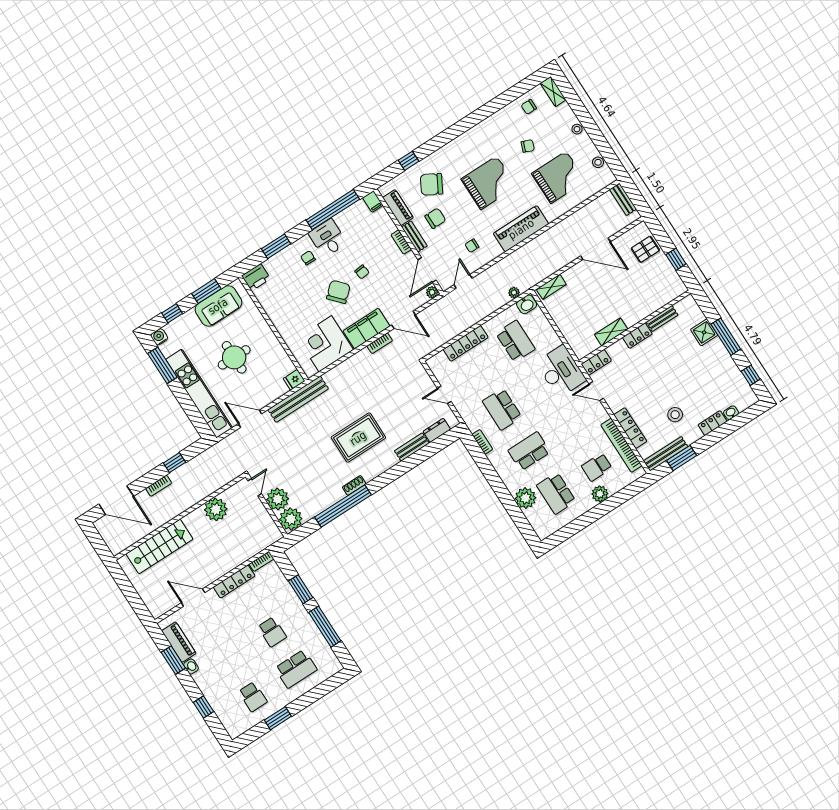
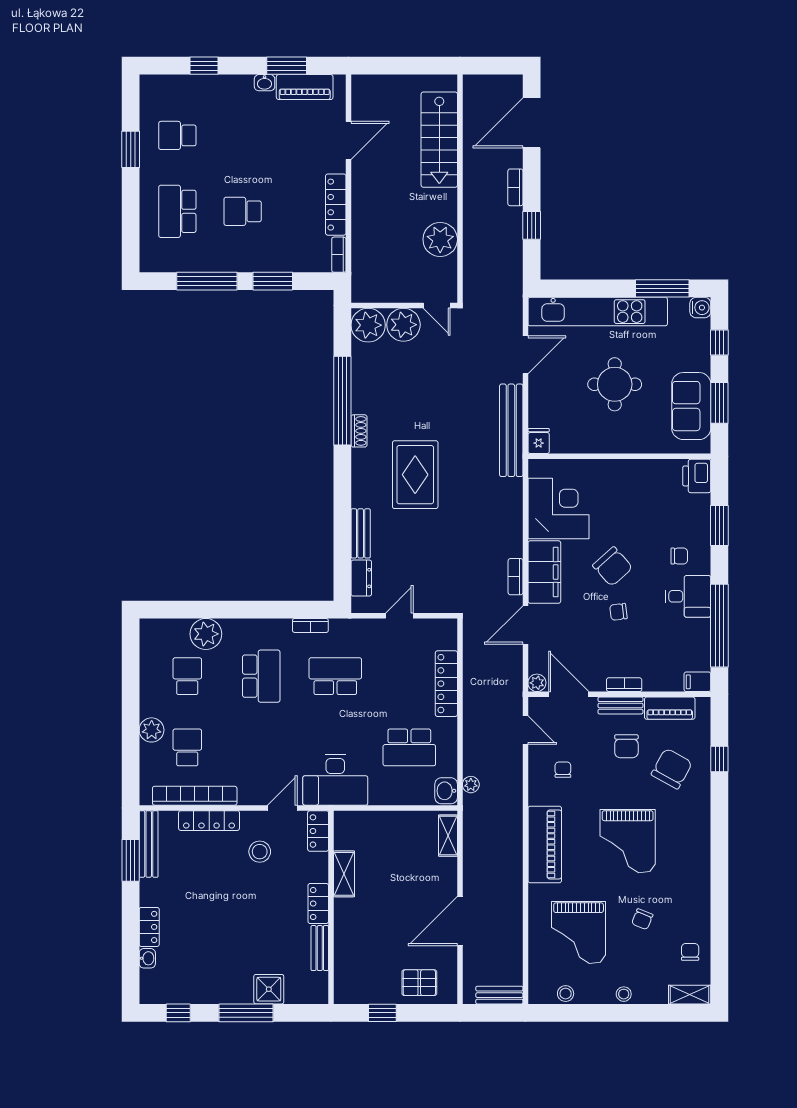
pallet: (645, 249) -> (419, 983), turned 90
stool: (675, 415) -> (260, 852), moved
school desk: (556, 493) -> (187, 676), width x0.54

